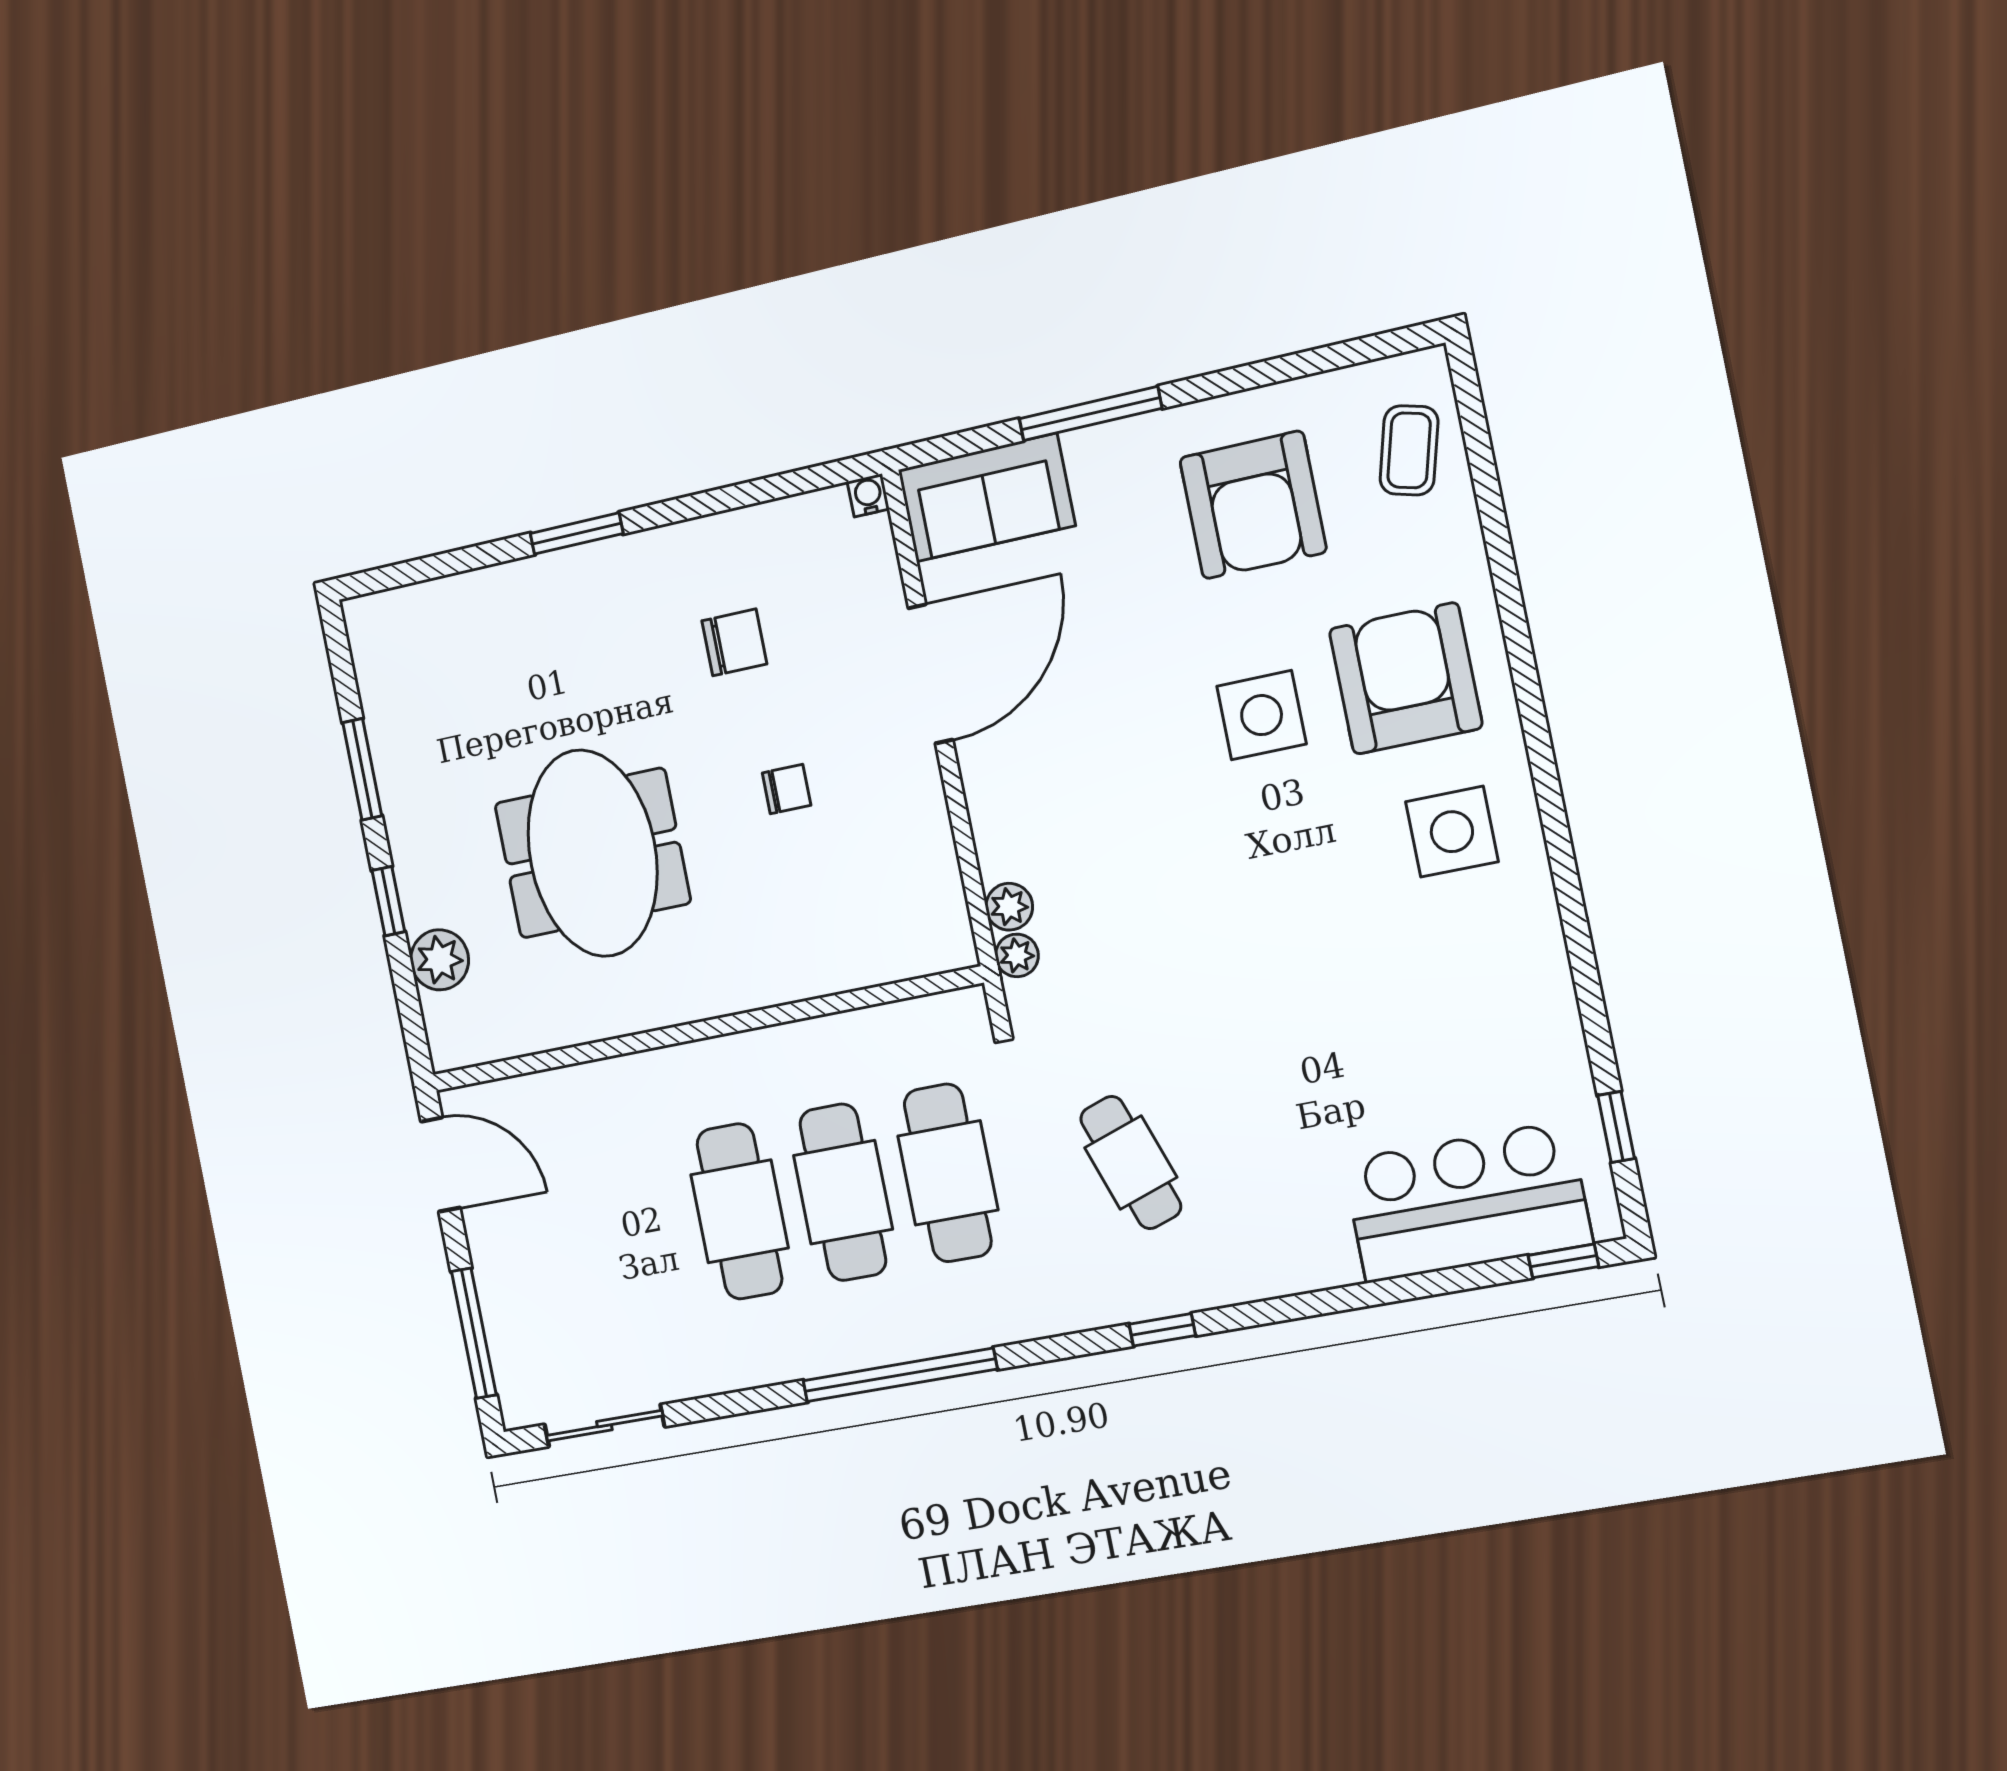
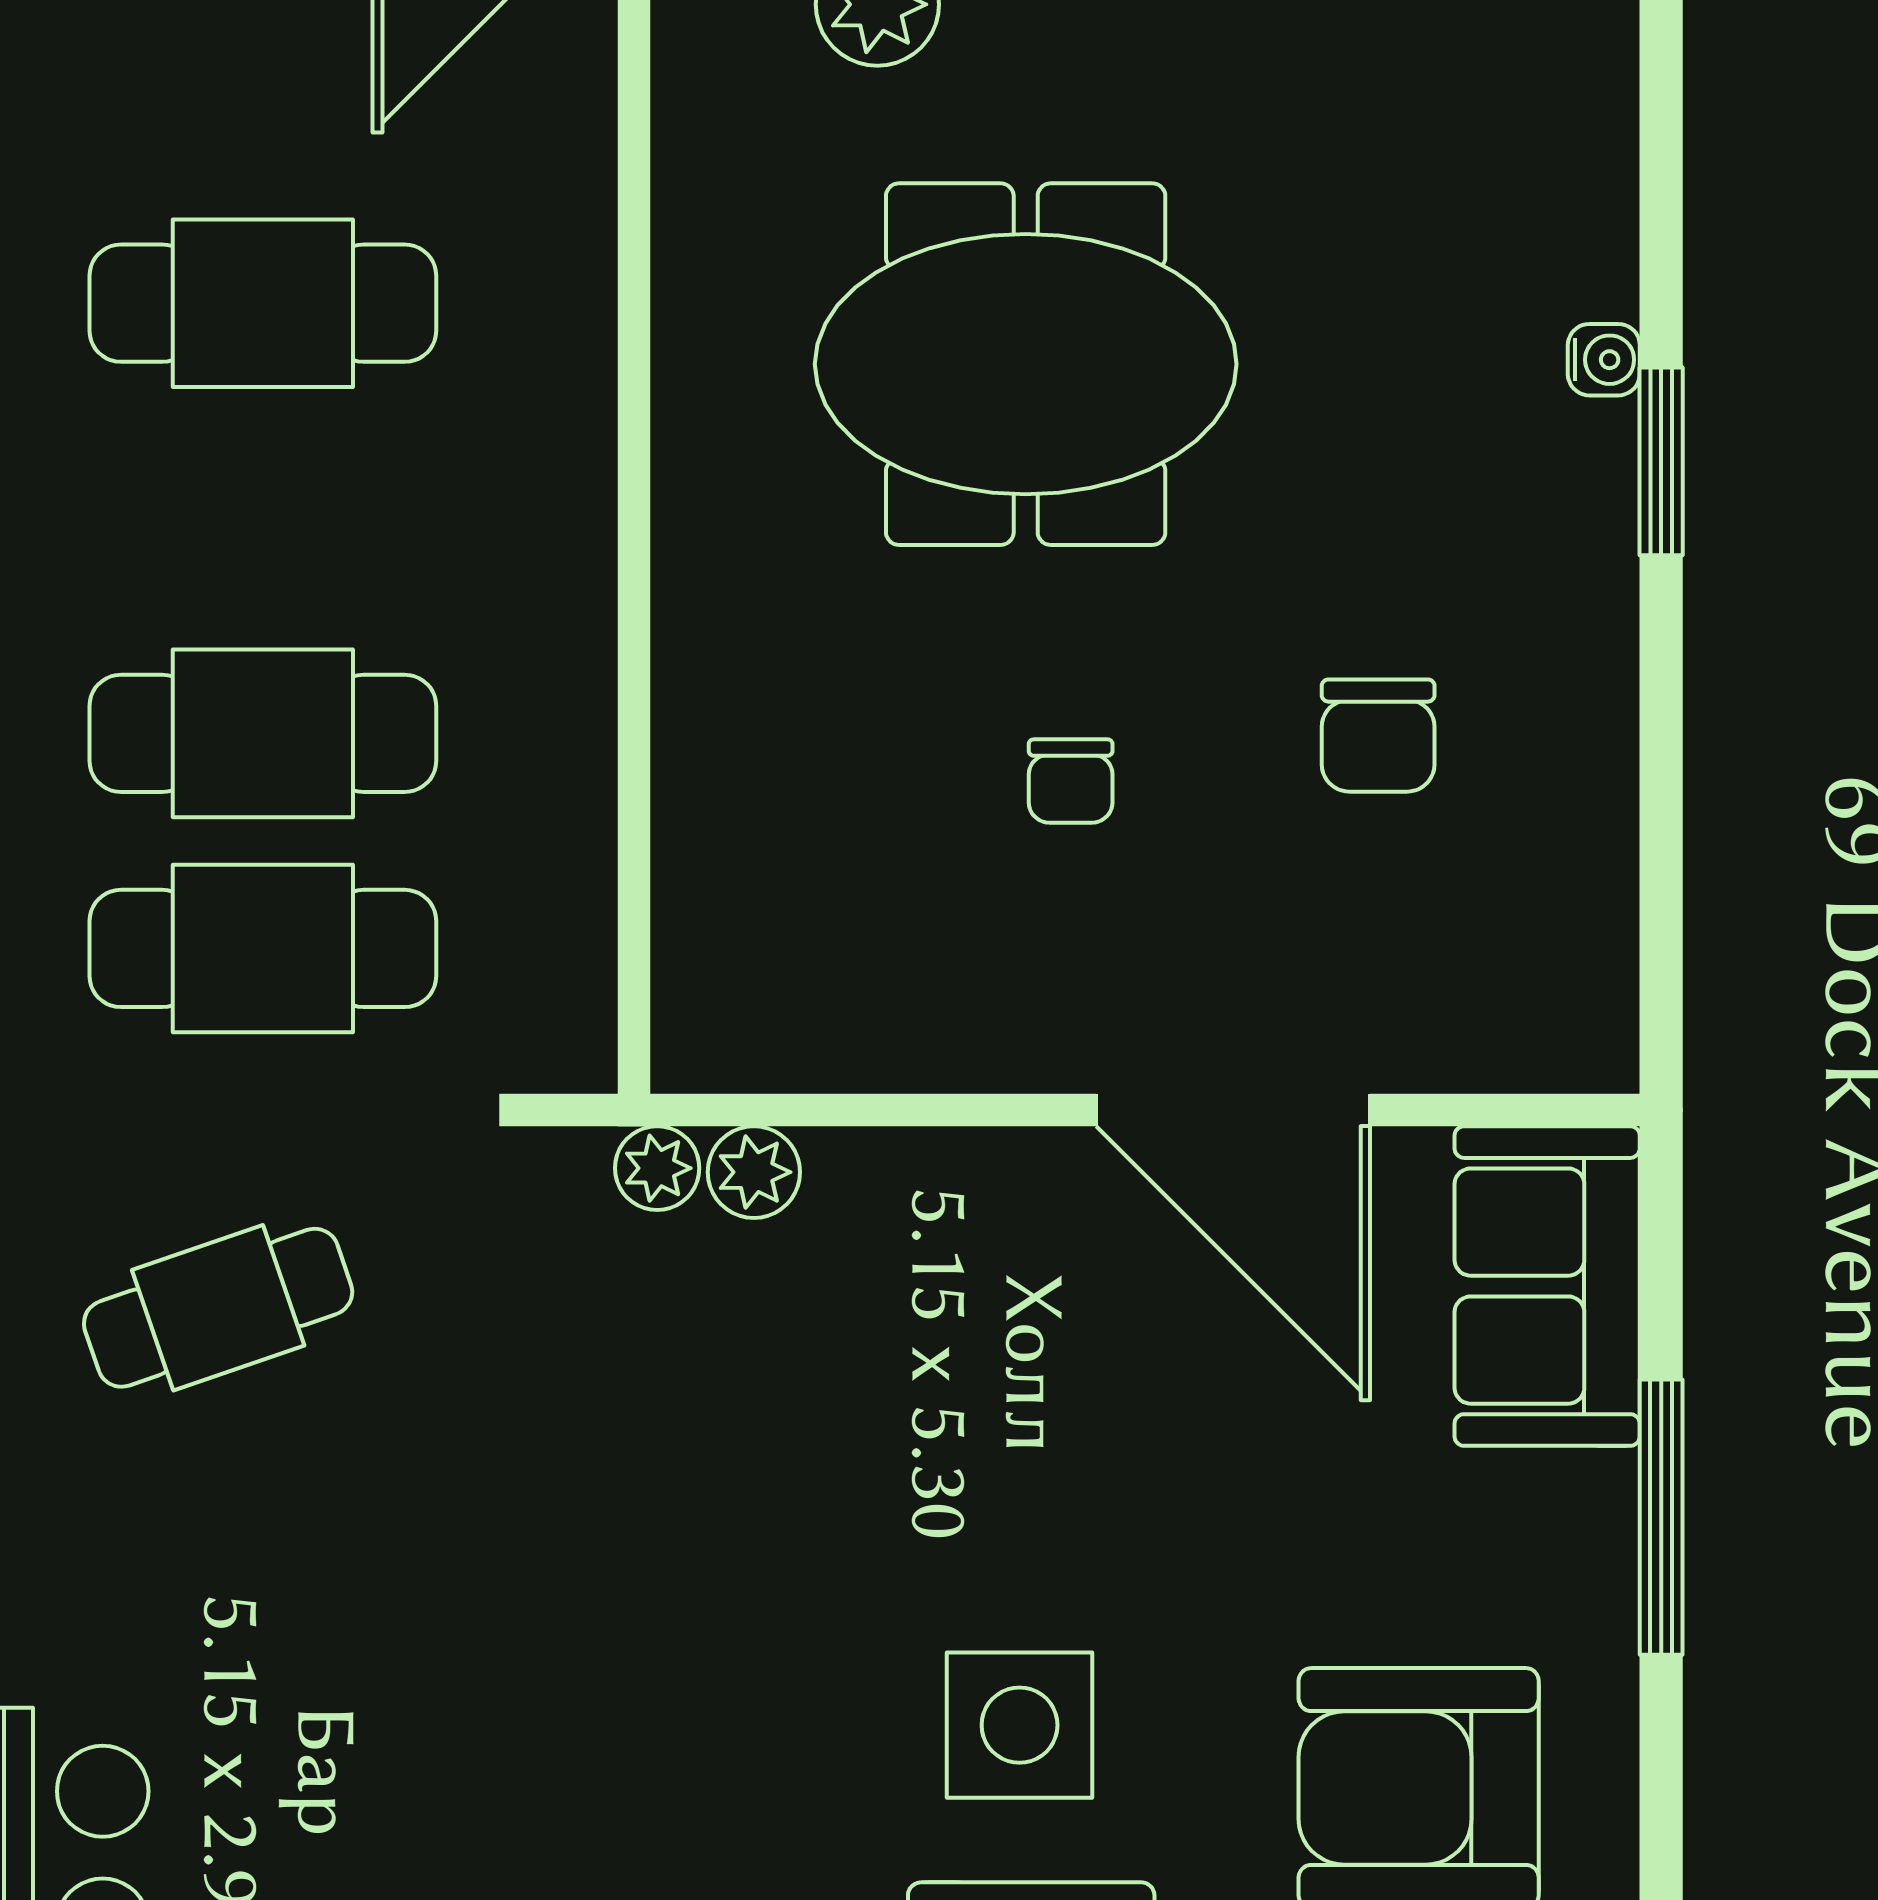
water cooler: (868, 495) -> (1604, 360), moved
cafe table: (740, 1211) -> (263, 303), moved

